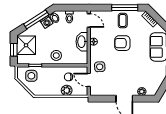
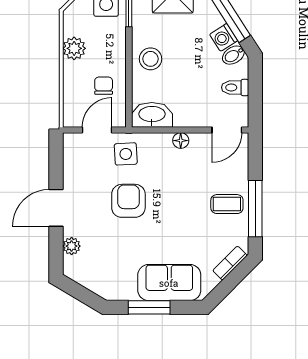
washbasin: (82, 42) -> (152, 115), moved
armchair: (122, 43) -> (128, 201), moved
plant: (67, 90) -> (74, 48), moved

